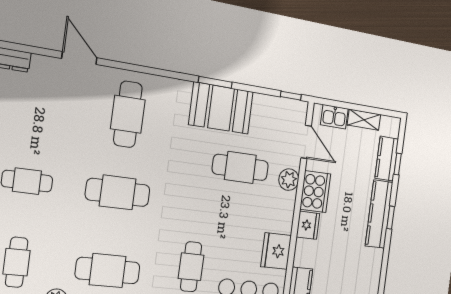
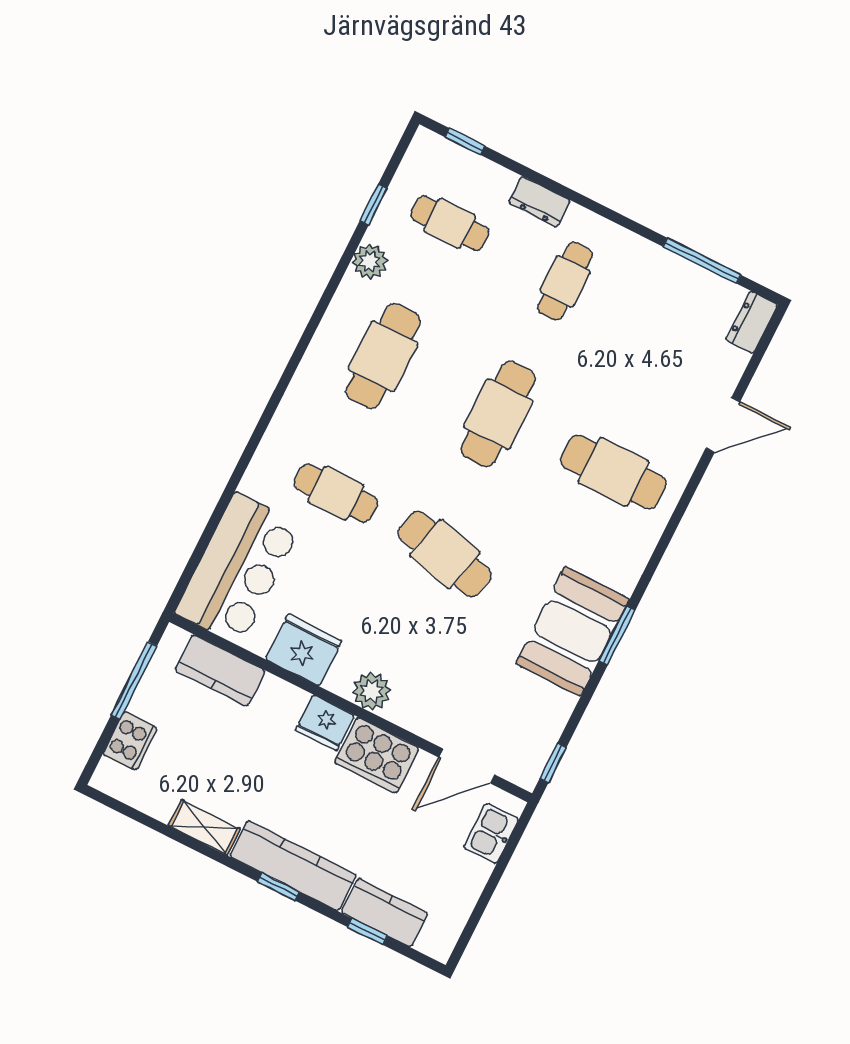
shelving: (364, 120) -> (204, 827), moved, turned 90
cafe table: (240, 167) -> (445, 554), moved, turned -76
plant: (289, 180) -> (371, 691), moved

